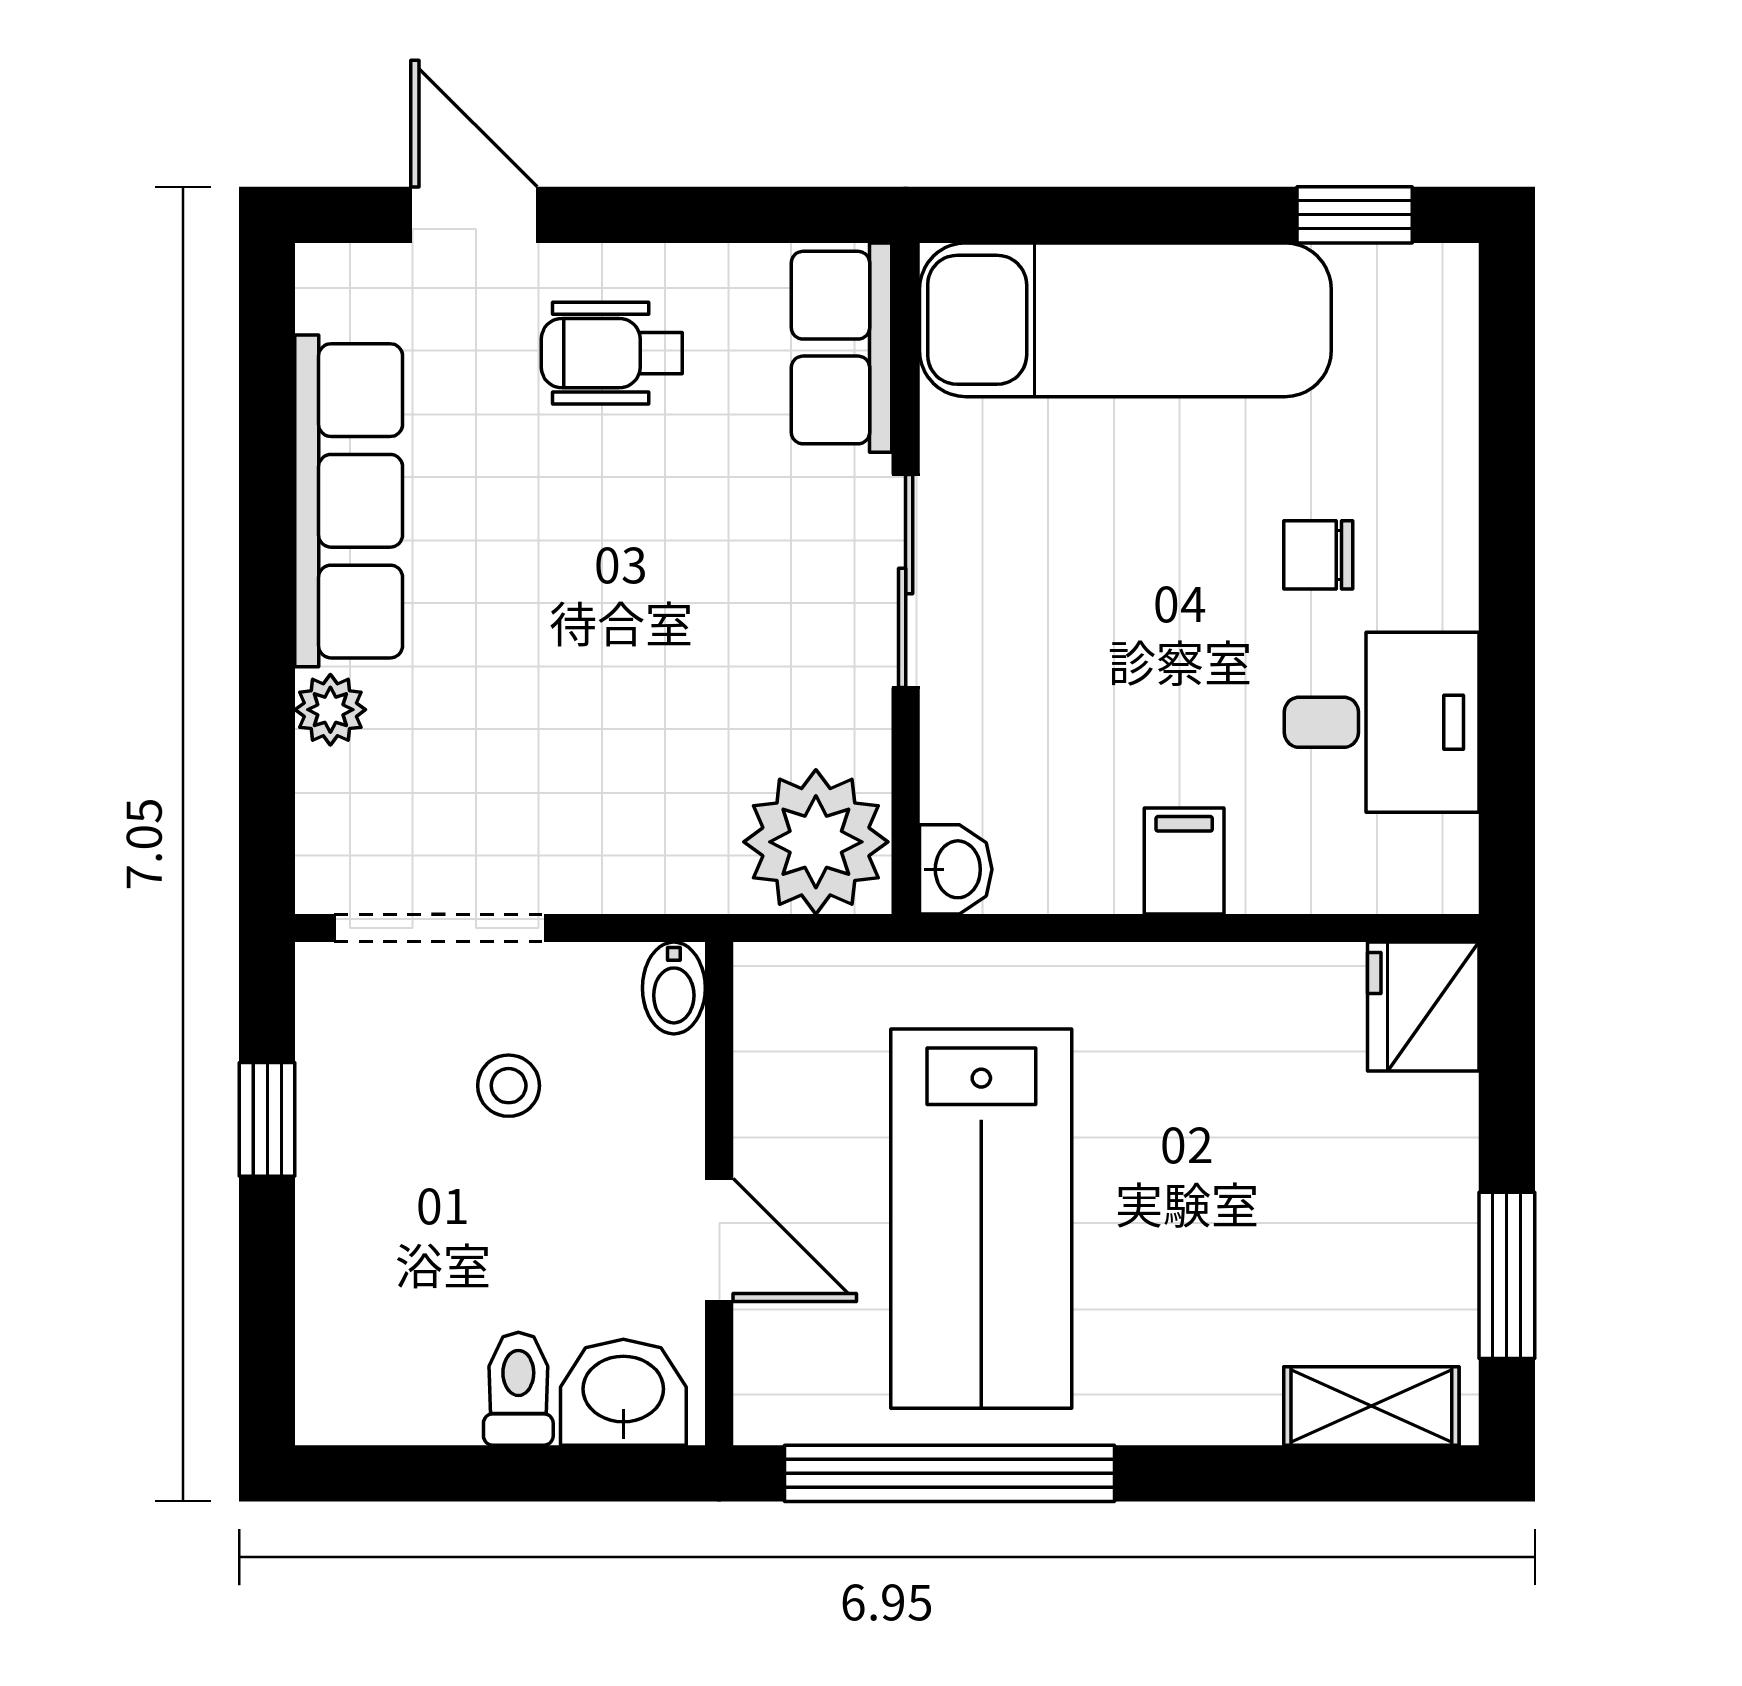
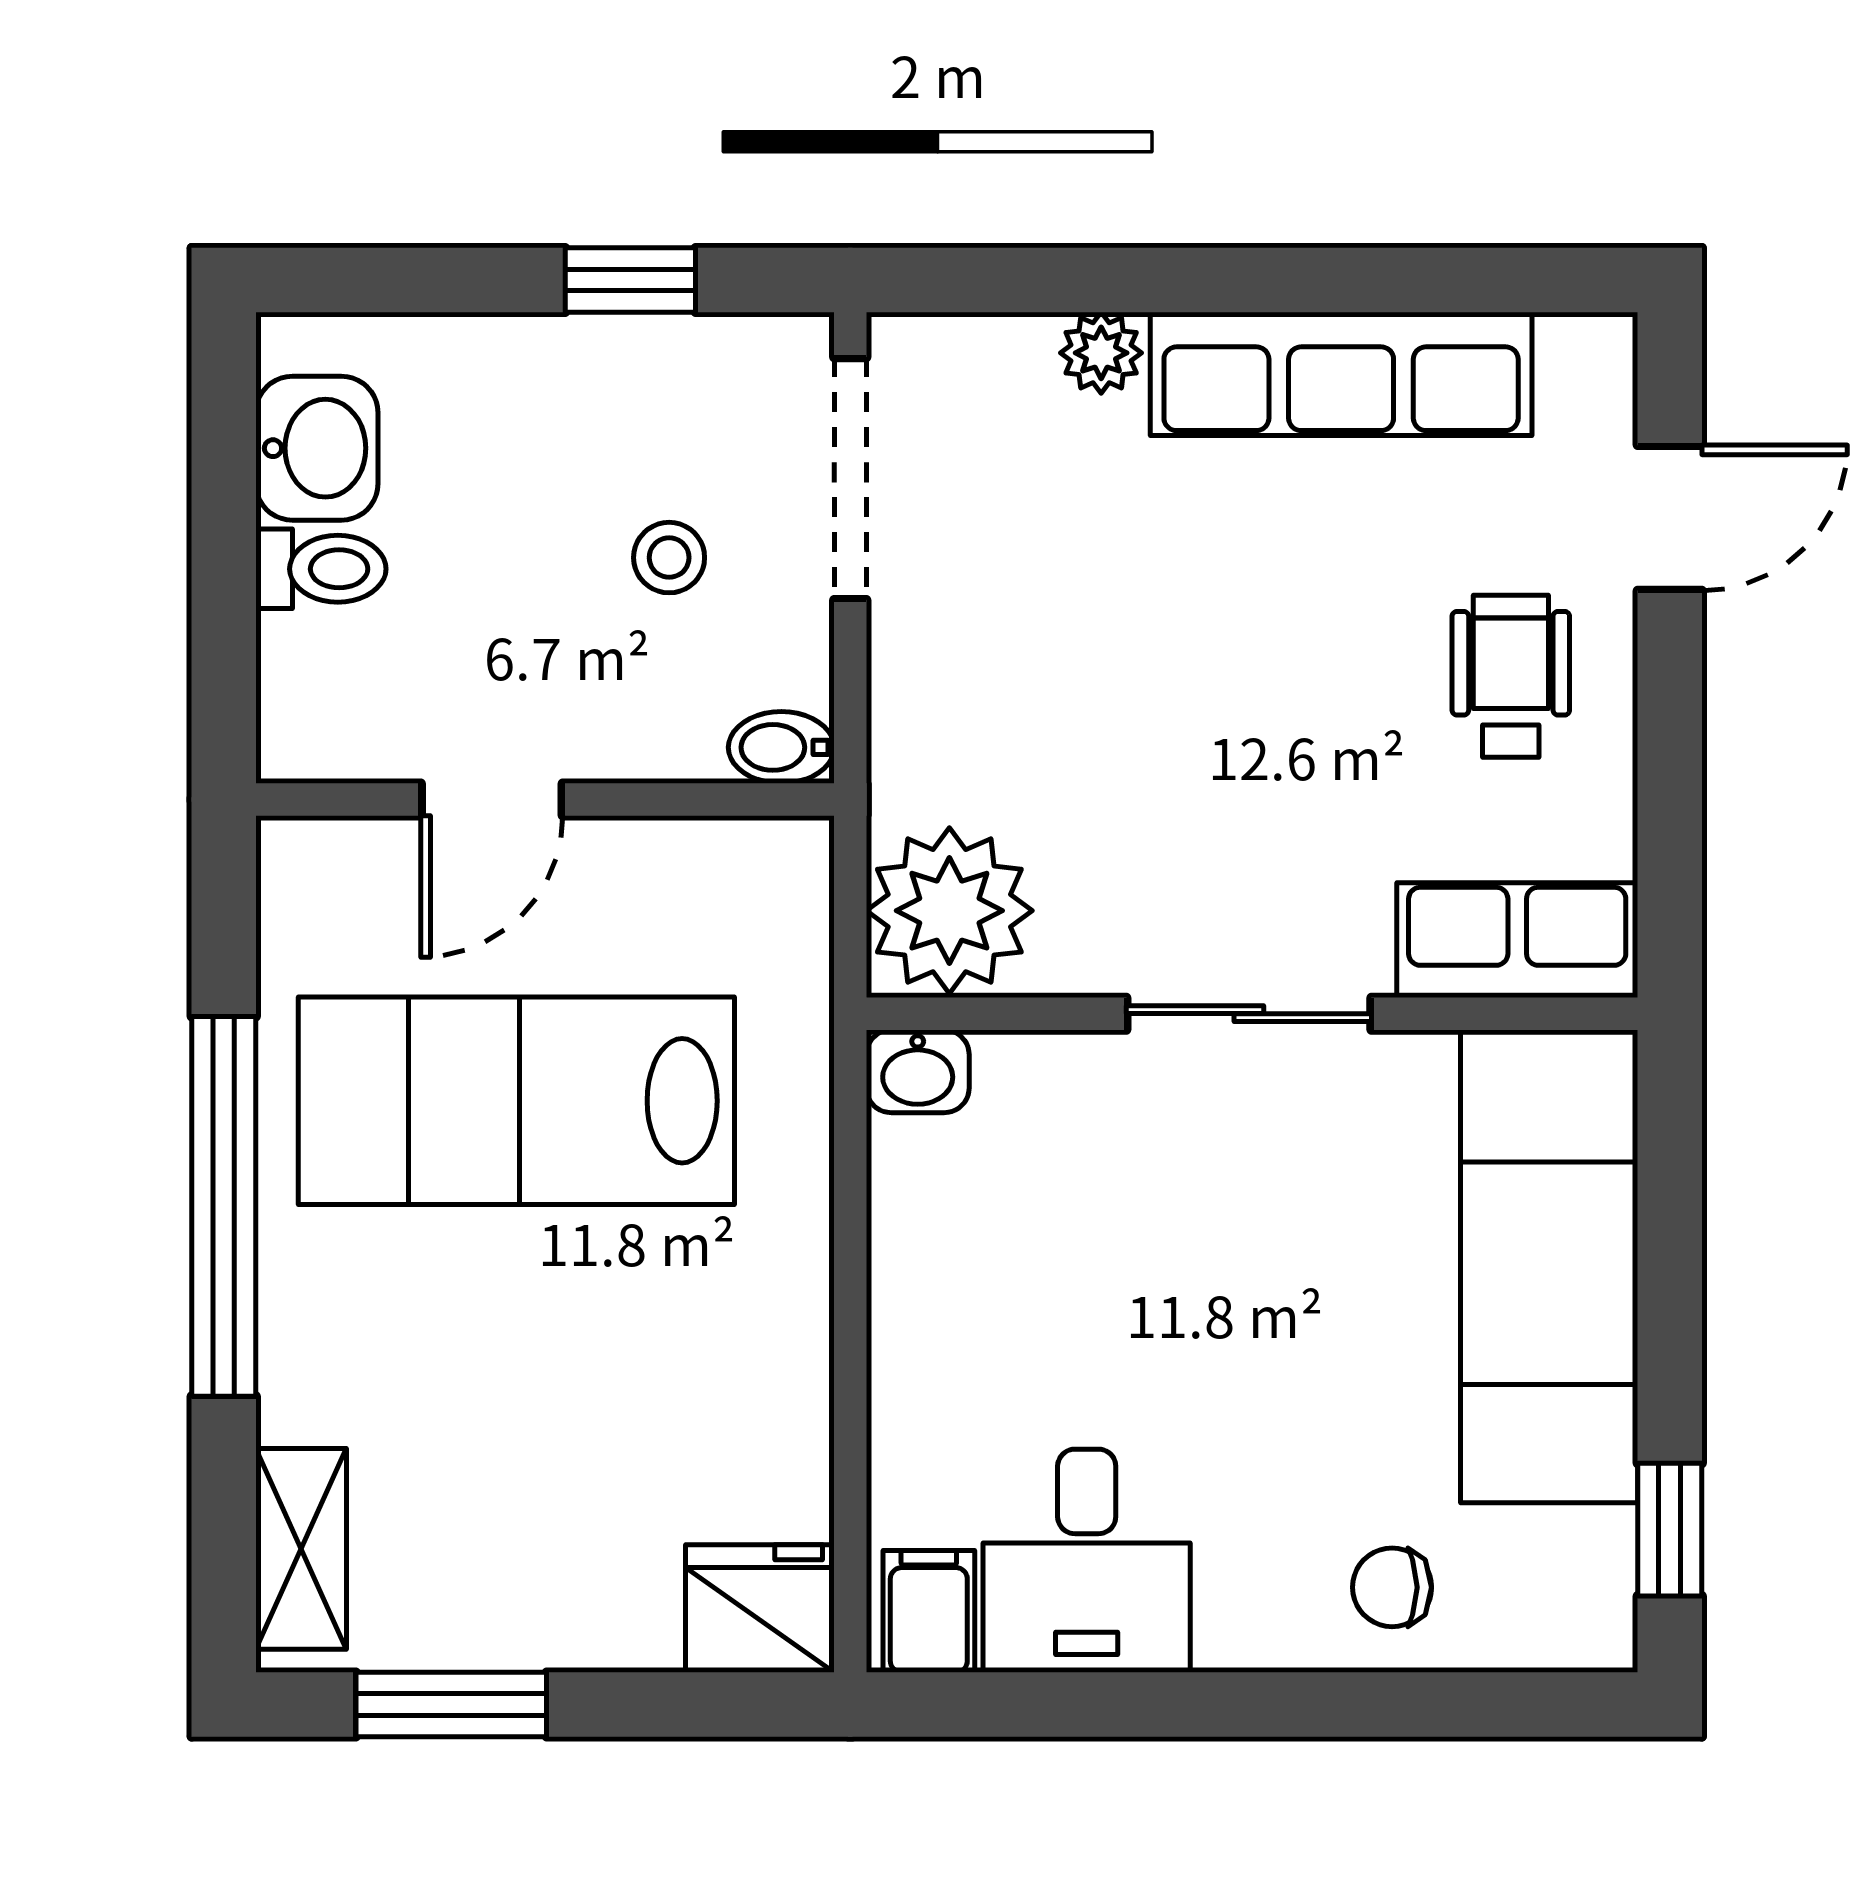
chair: (1318, 555) -> (1392, 1587), moved, turned -90
filing cabinet: (1184, 861) -> (929, 1611), moved, turned -90
washbasin: (623, 1392) -> (317, 448), moved
window: (950, 1473) -> (224, 1206), moved

